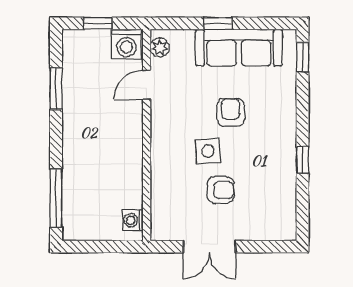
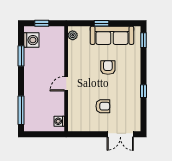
washing machine: (126, 44) -> (31, 40), moved, turned -90
door: (147, 85) -> (66, 84), moved
side table: (208, 151) -> (97, 87), removed
double door: (209, 247) -> (120, 134), moved

